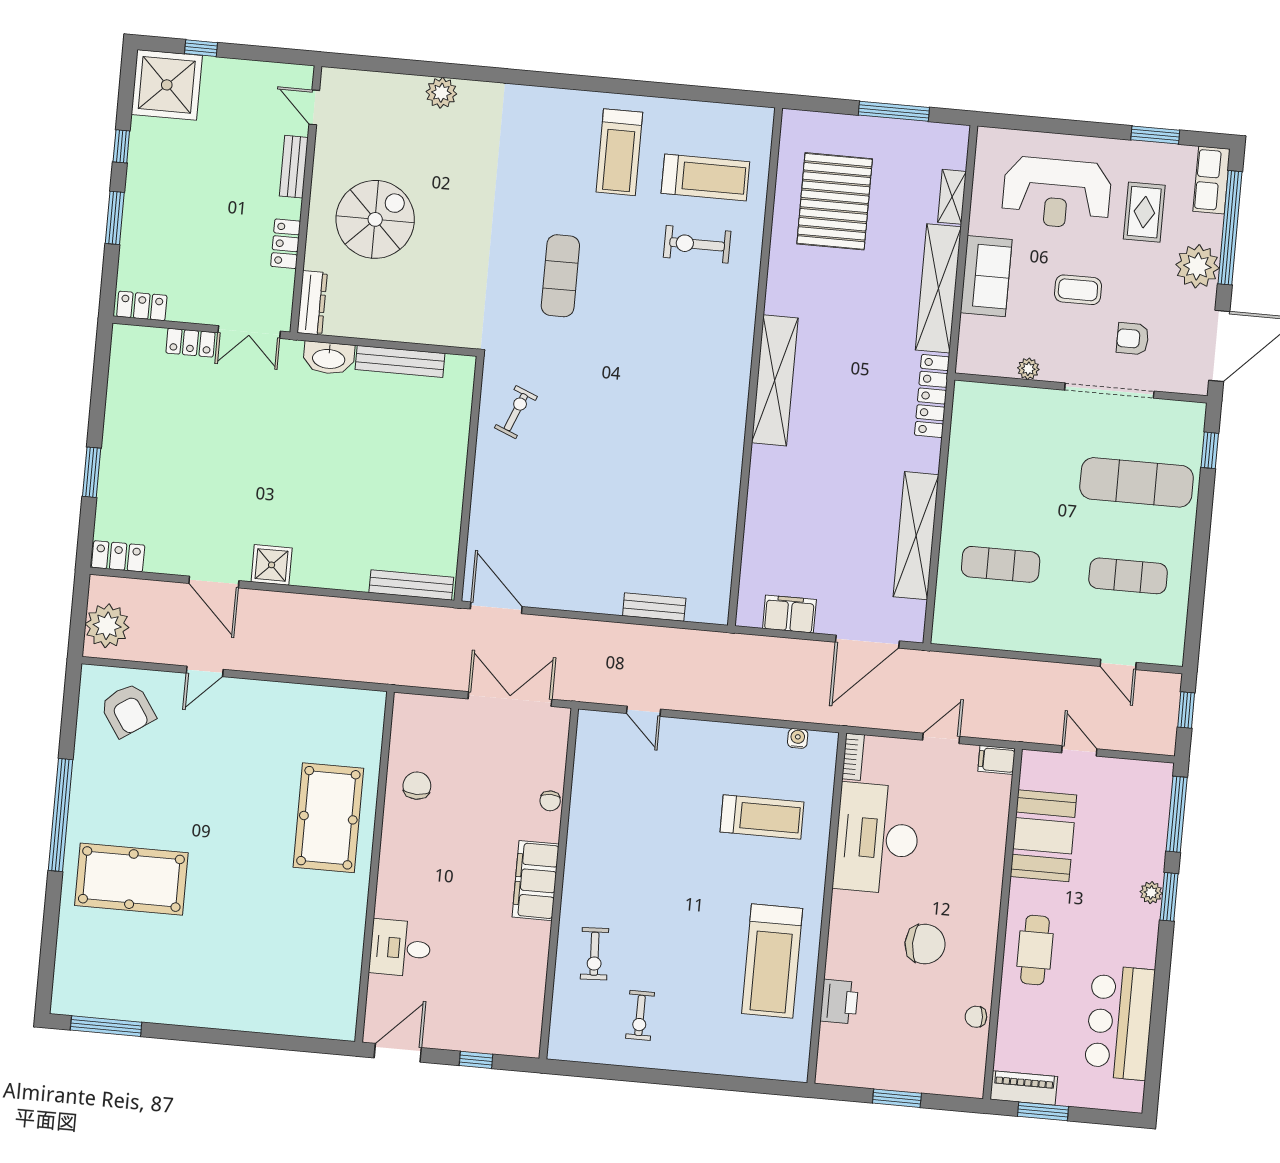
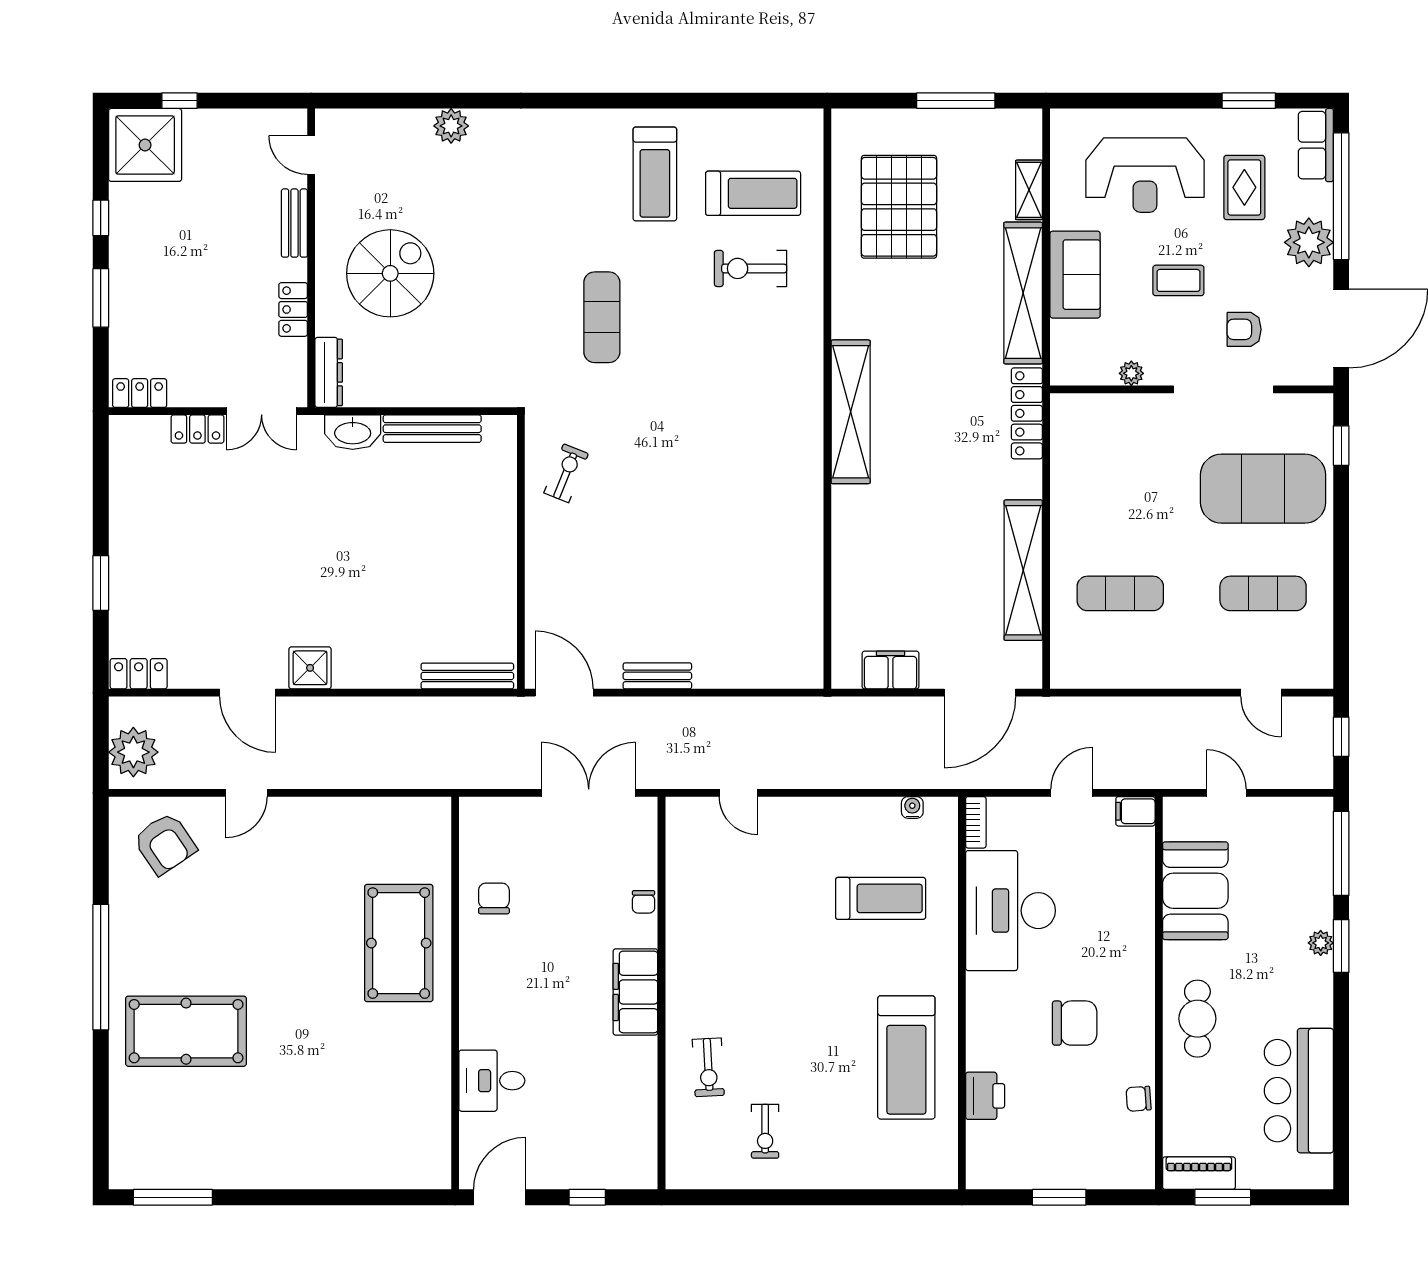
exercise mat: (1137, 482) -> (1263, 489), width x1.47
bench: (654, 607) -> (657, 676), moved

